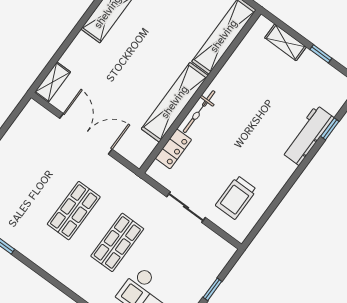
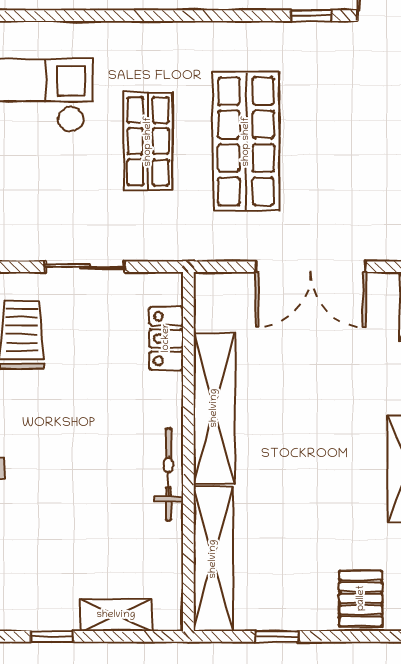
bicycle: (199, 112) -> (168, 474), moved
shop shelf: (74, 211) -> (246, 141), width x1.43, depth x1.36

